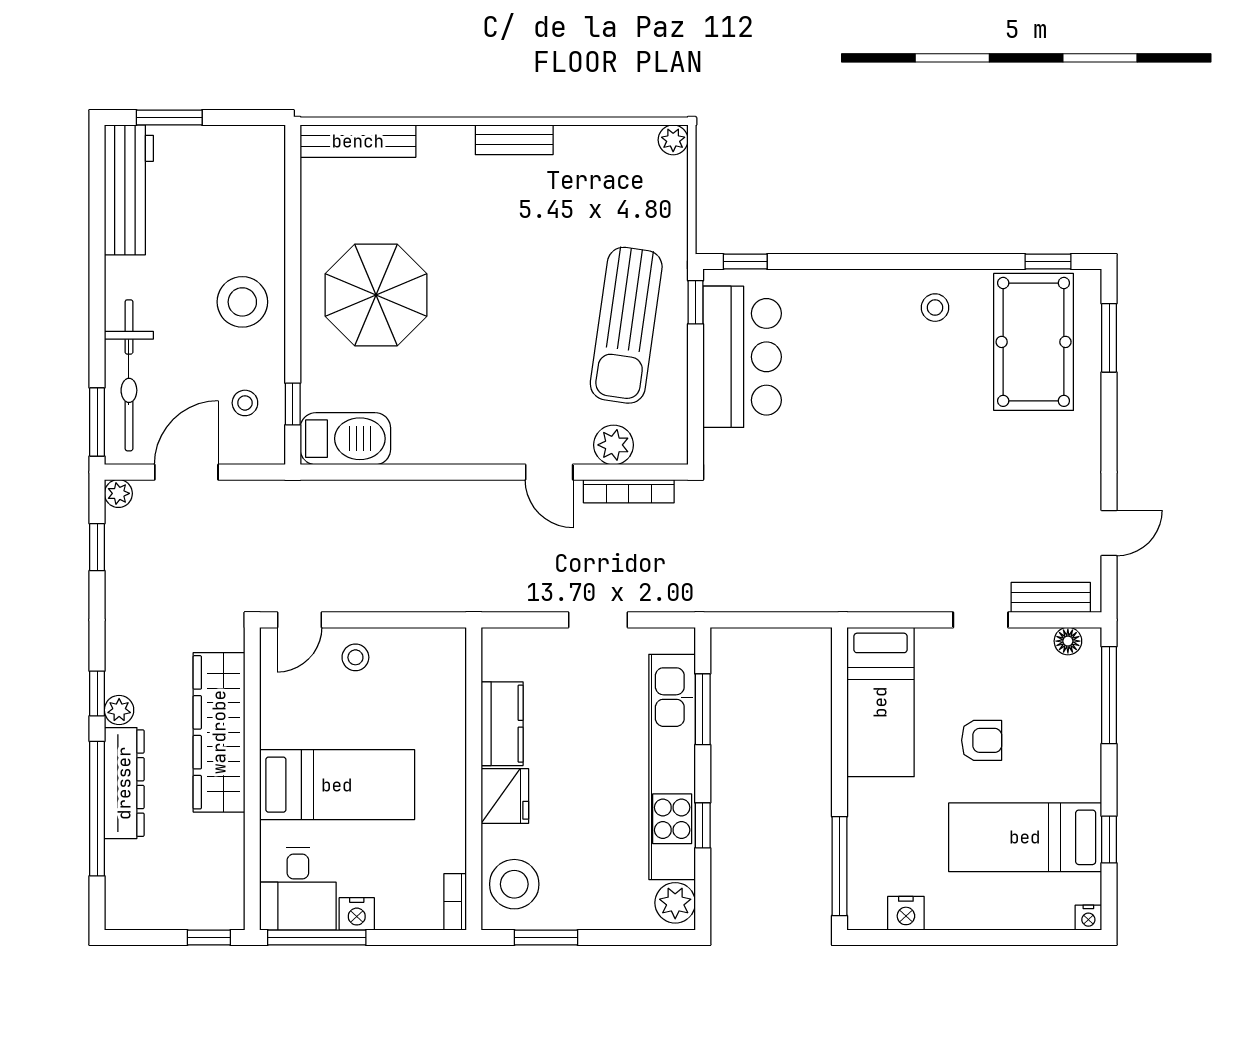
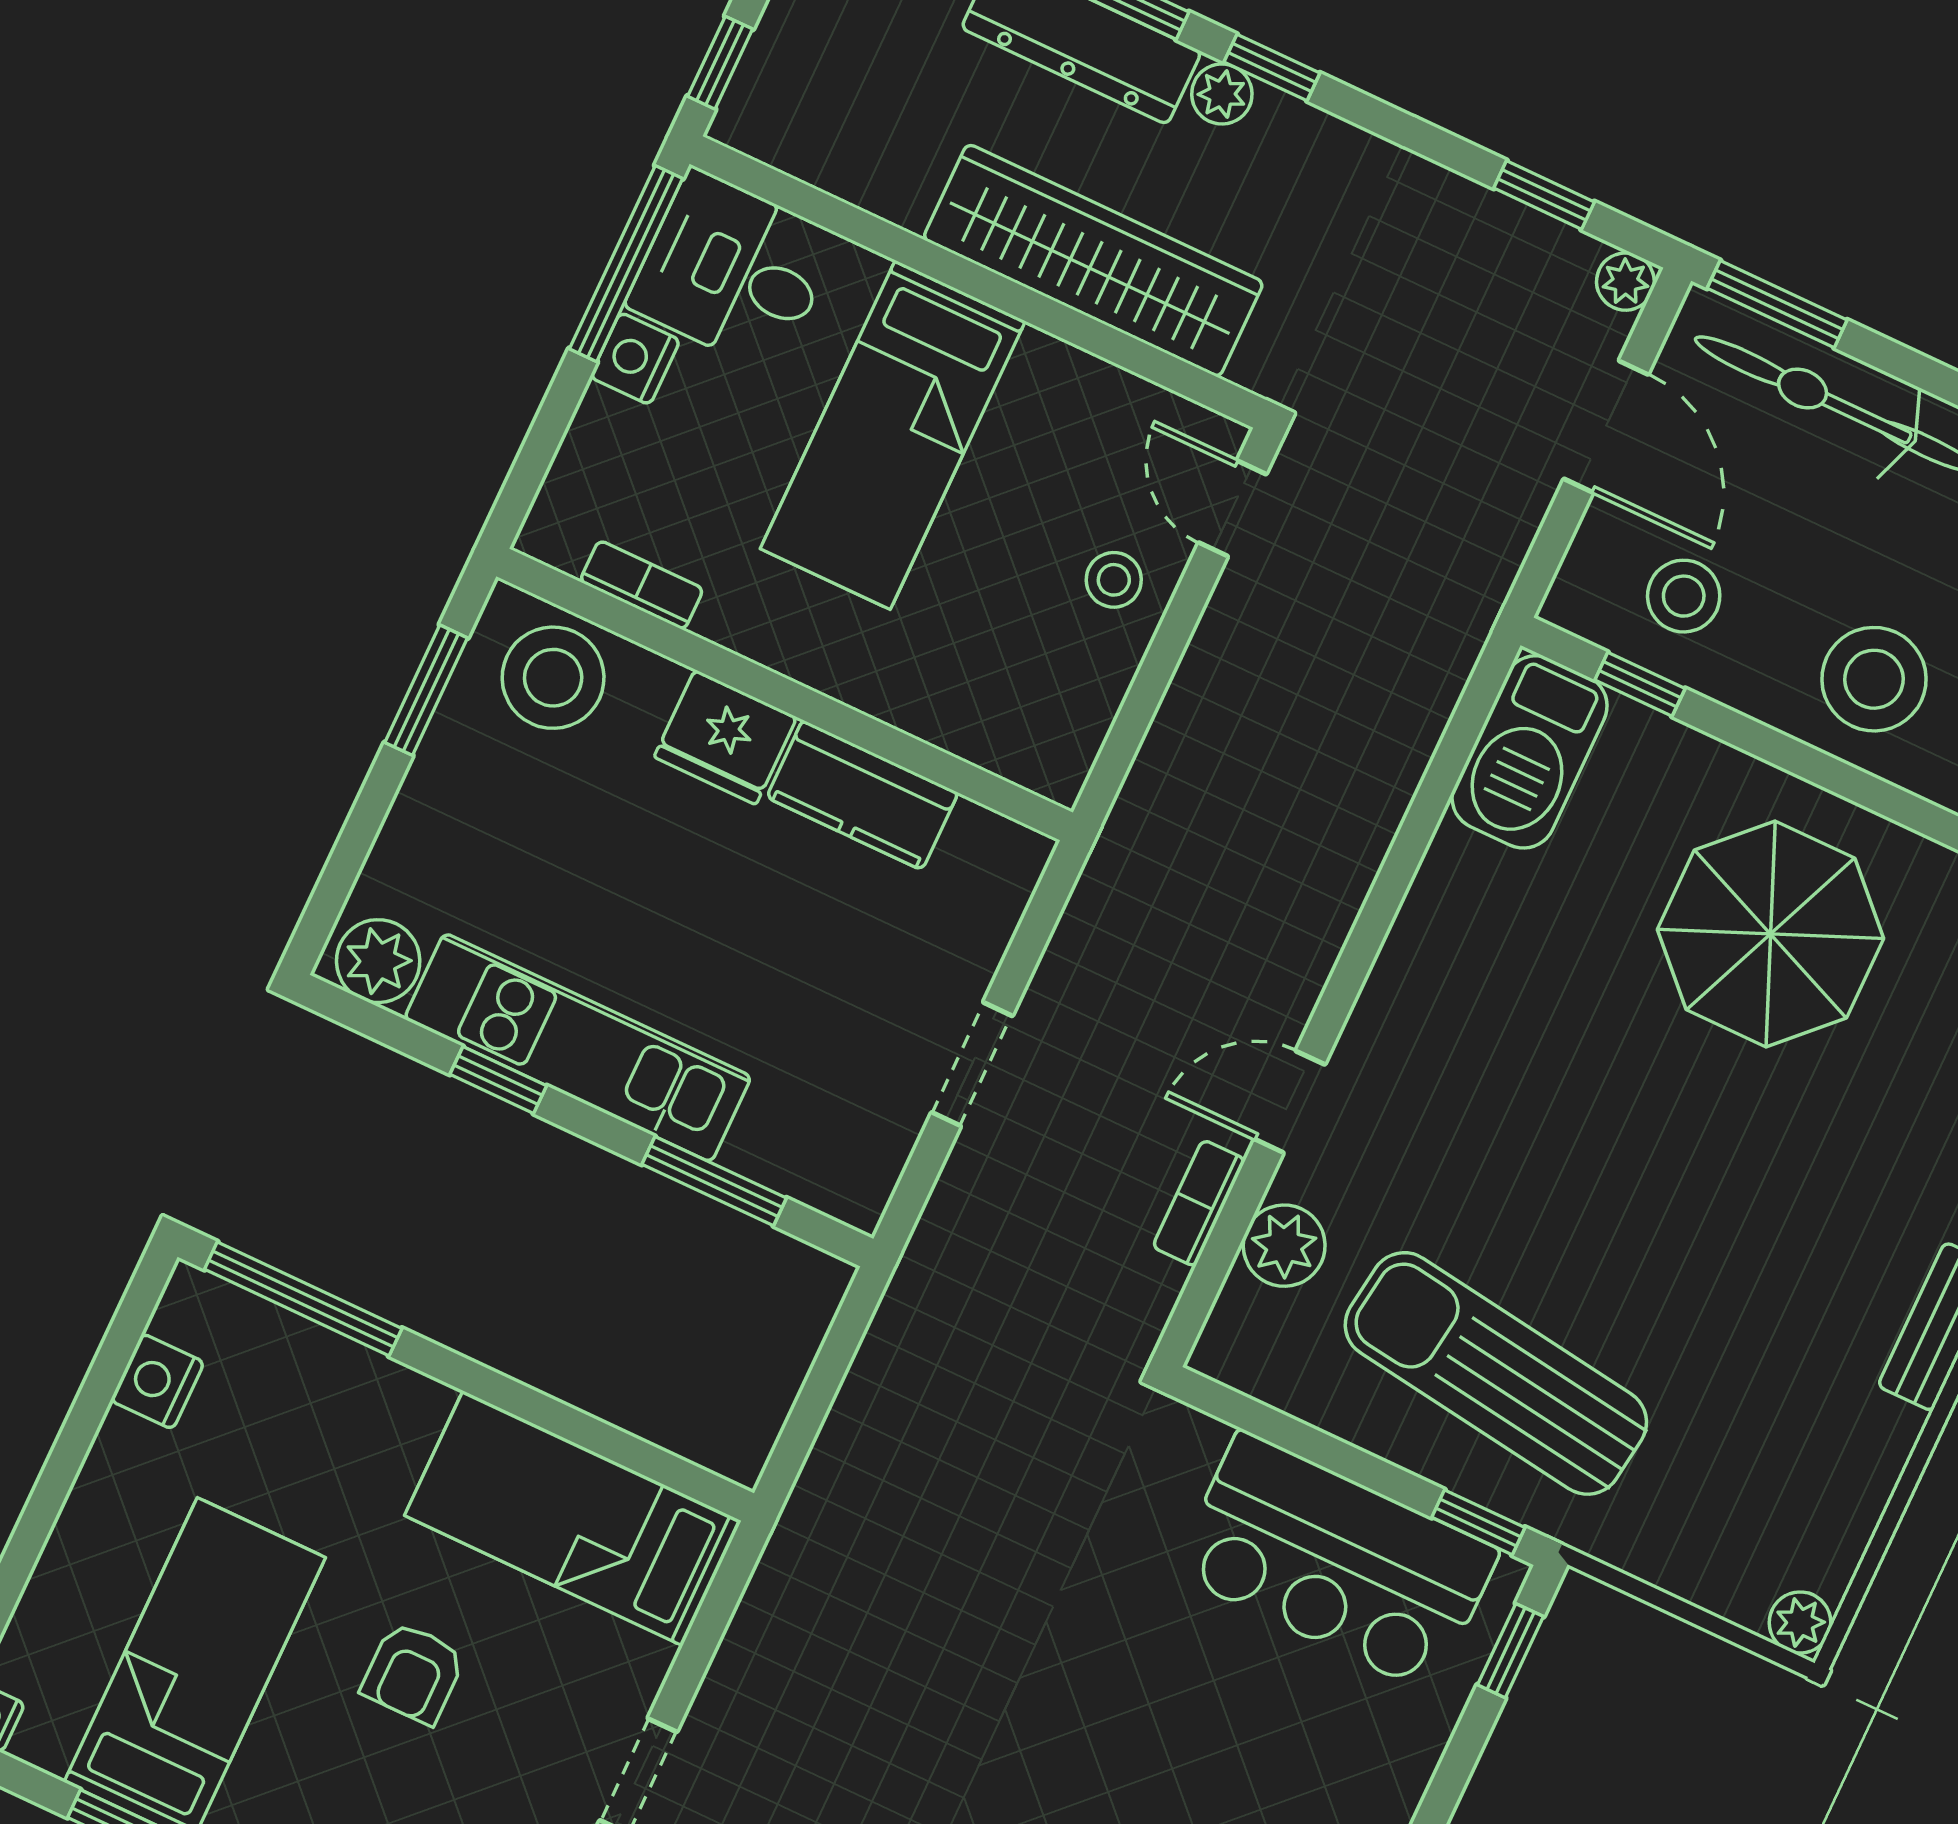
stool: (245, 403) -> (1684, 596), width x1.37, depth x1.37
bookcase: (629, 491) -> (1199, 1203), width x0.64
kitchen unit: (672, 767) -> (578, 1048), width x0.73
bookcase: (455, 902) -> (642, 585), moved

